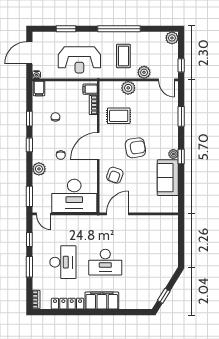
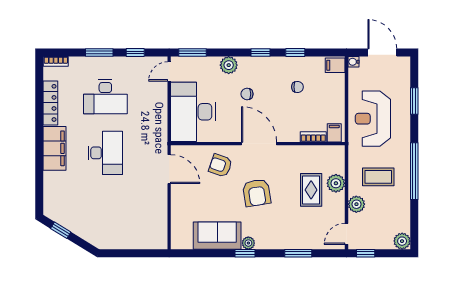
rug: (119, 116) -> (311, 190), moved
desk: (105, 262) -> (105, 153), turned 180

